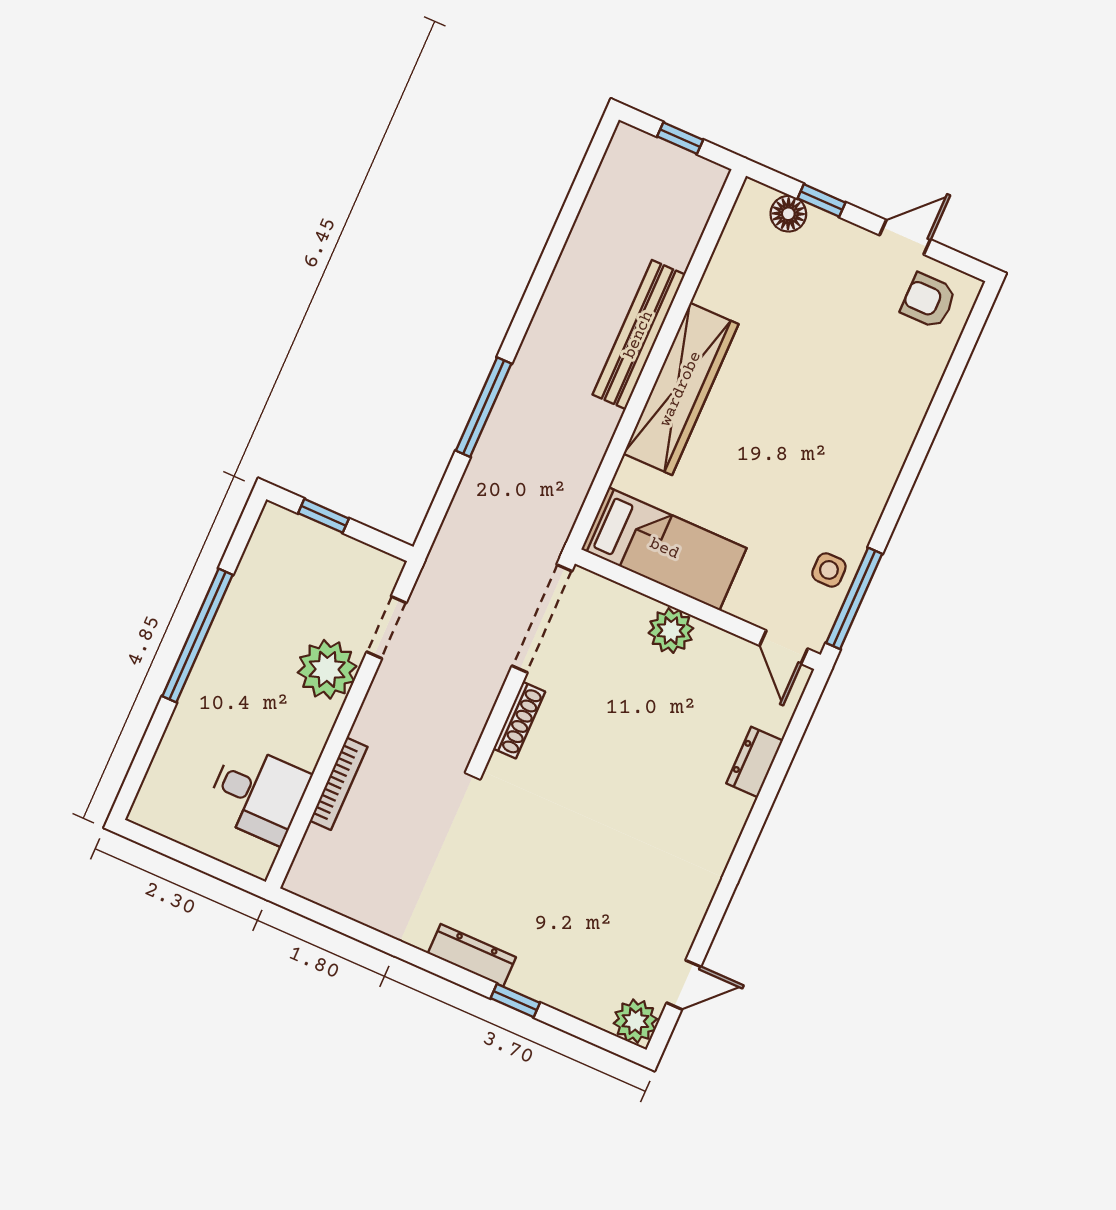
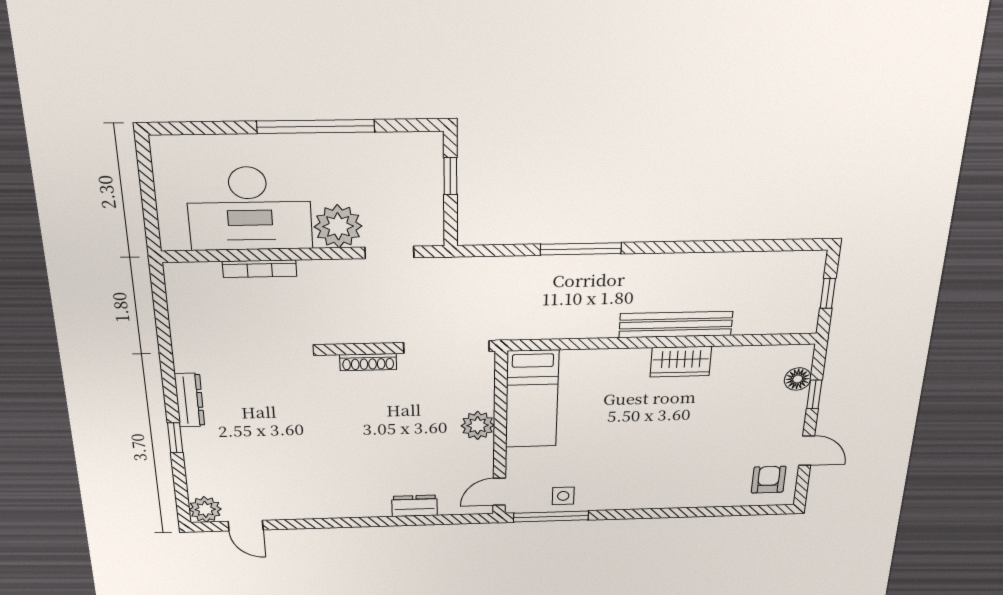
wardrobe: (681, 389) -> (681, 362), width x0.48, depth x0.85
desk: (258, 794) -> (249, 209), width x1.87, depth x1.30

